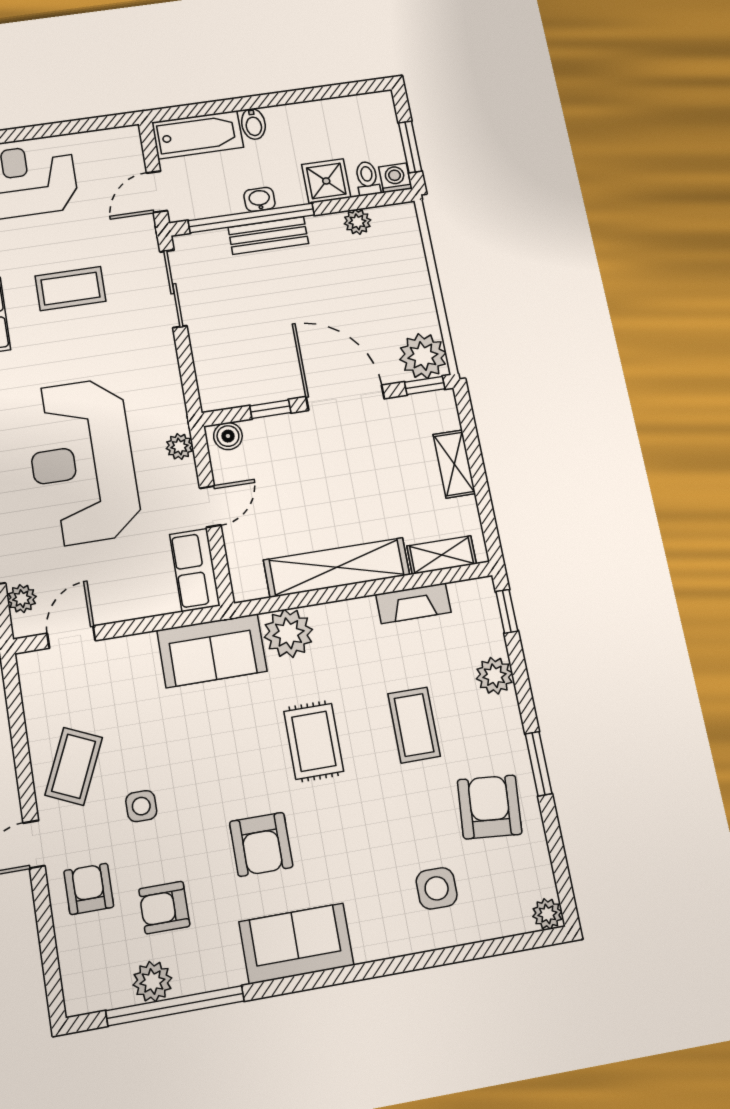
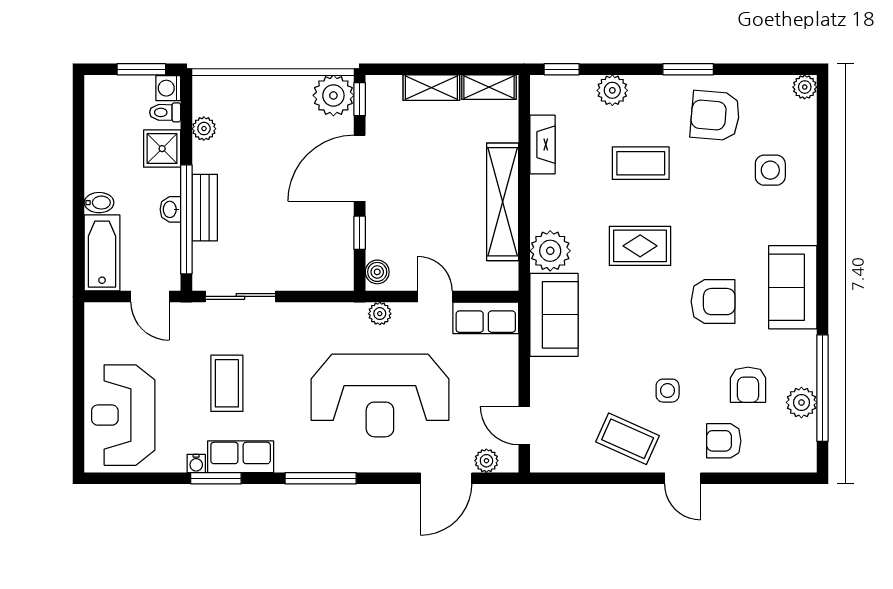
shelving: (442, 555) -> (489, 87), moved, turned 90

